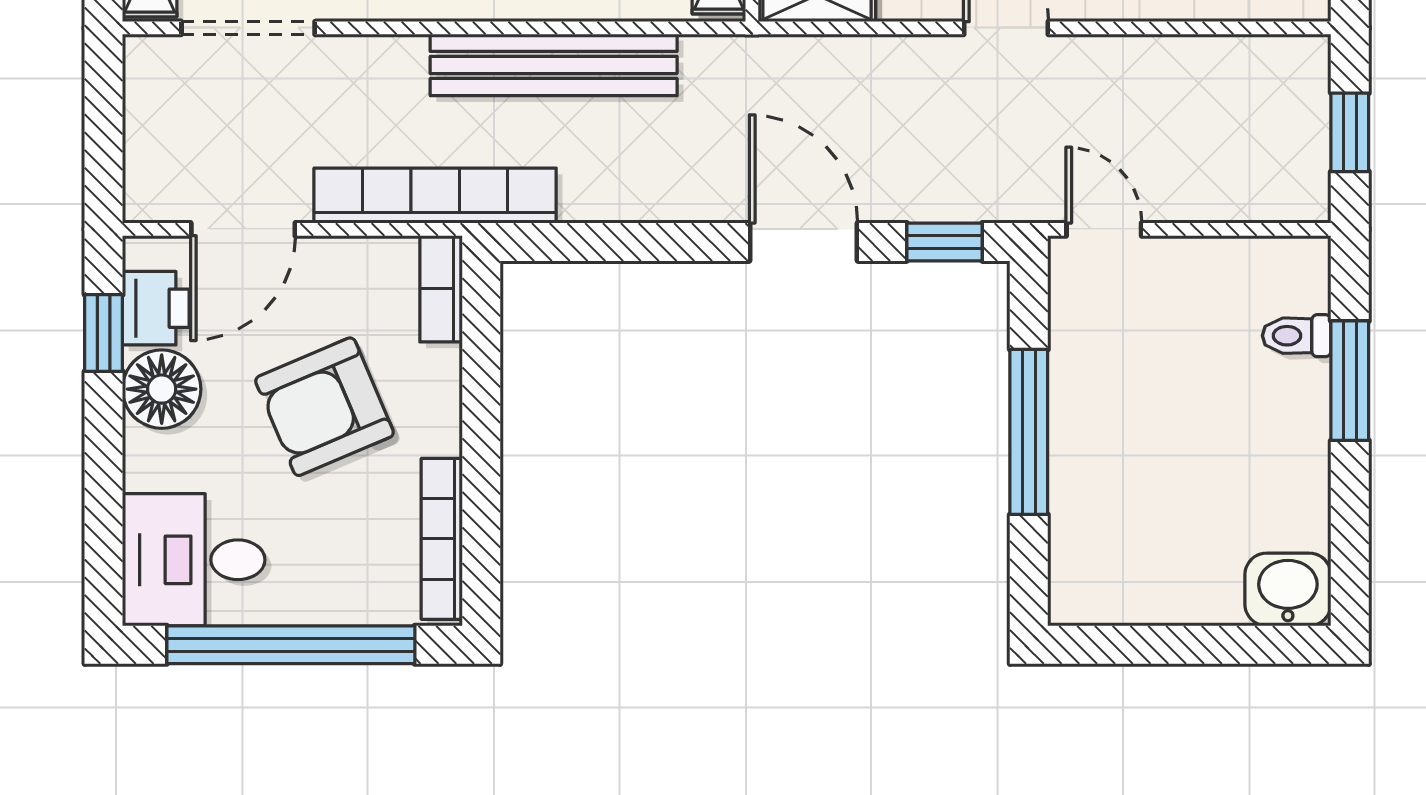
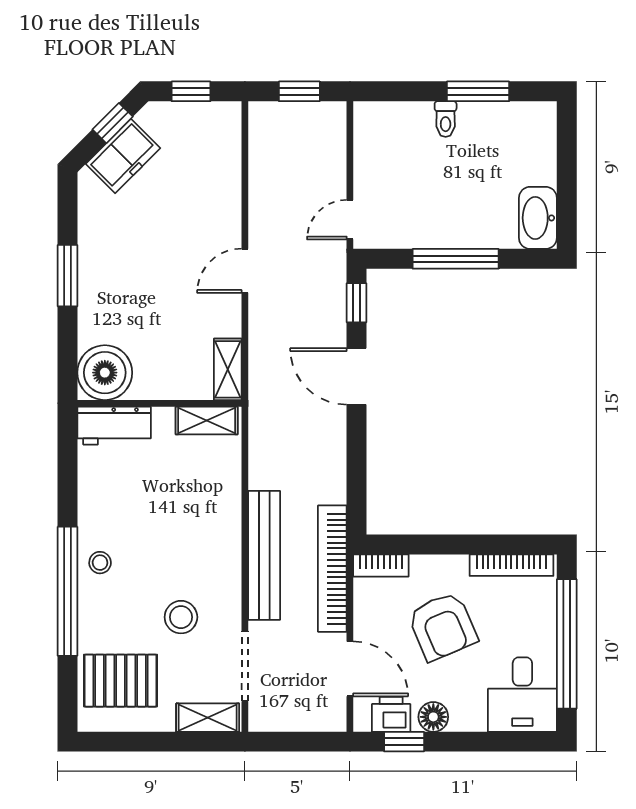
bench: (554, 65) -> (264, 555), moved
door: (804, 242) -> (357, 376), hinge flipped
toilet: (1297, 336) -> (446, 119), moved
window: (1350, 381) -> (478, 91), moved
floor lamp: (162, 389) -> (433, 717), width x0.73, depth x0.73
washbasin: (1288, 589) -> (538, 218), moved, width x1.38

